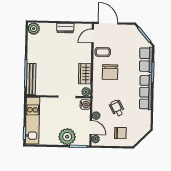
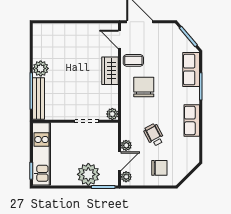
dresser: (65, 28) -> (83, 30), removed
plant: (34, 29) -> (41, 68), moved
door: (93, 36) -> (120, 39), hinge flipped
chair: (110, 72) -> (144, 87), turned 180
wardrobe: (85, 74) -> (110, 71), moved
row of seats: (146, 92) -> (192, 120), width x0.68
water cooler: (85, 104) -> (112, 131), removed
door: (91, 127) -> (120, 161), hinge flipped

